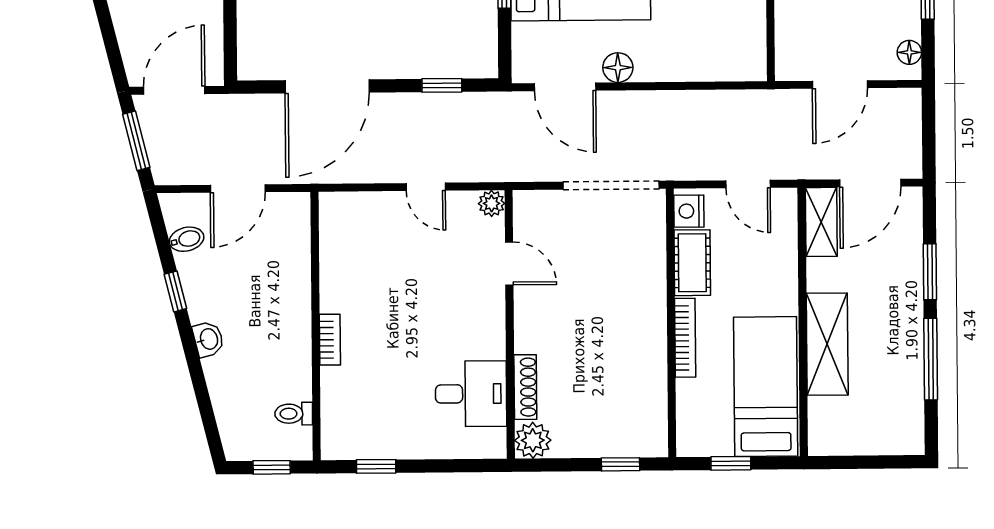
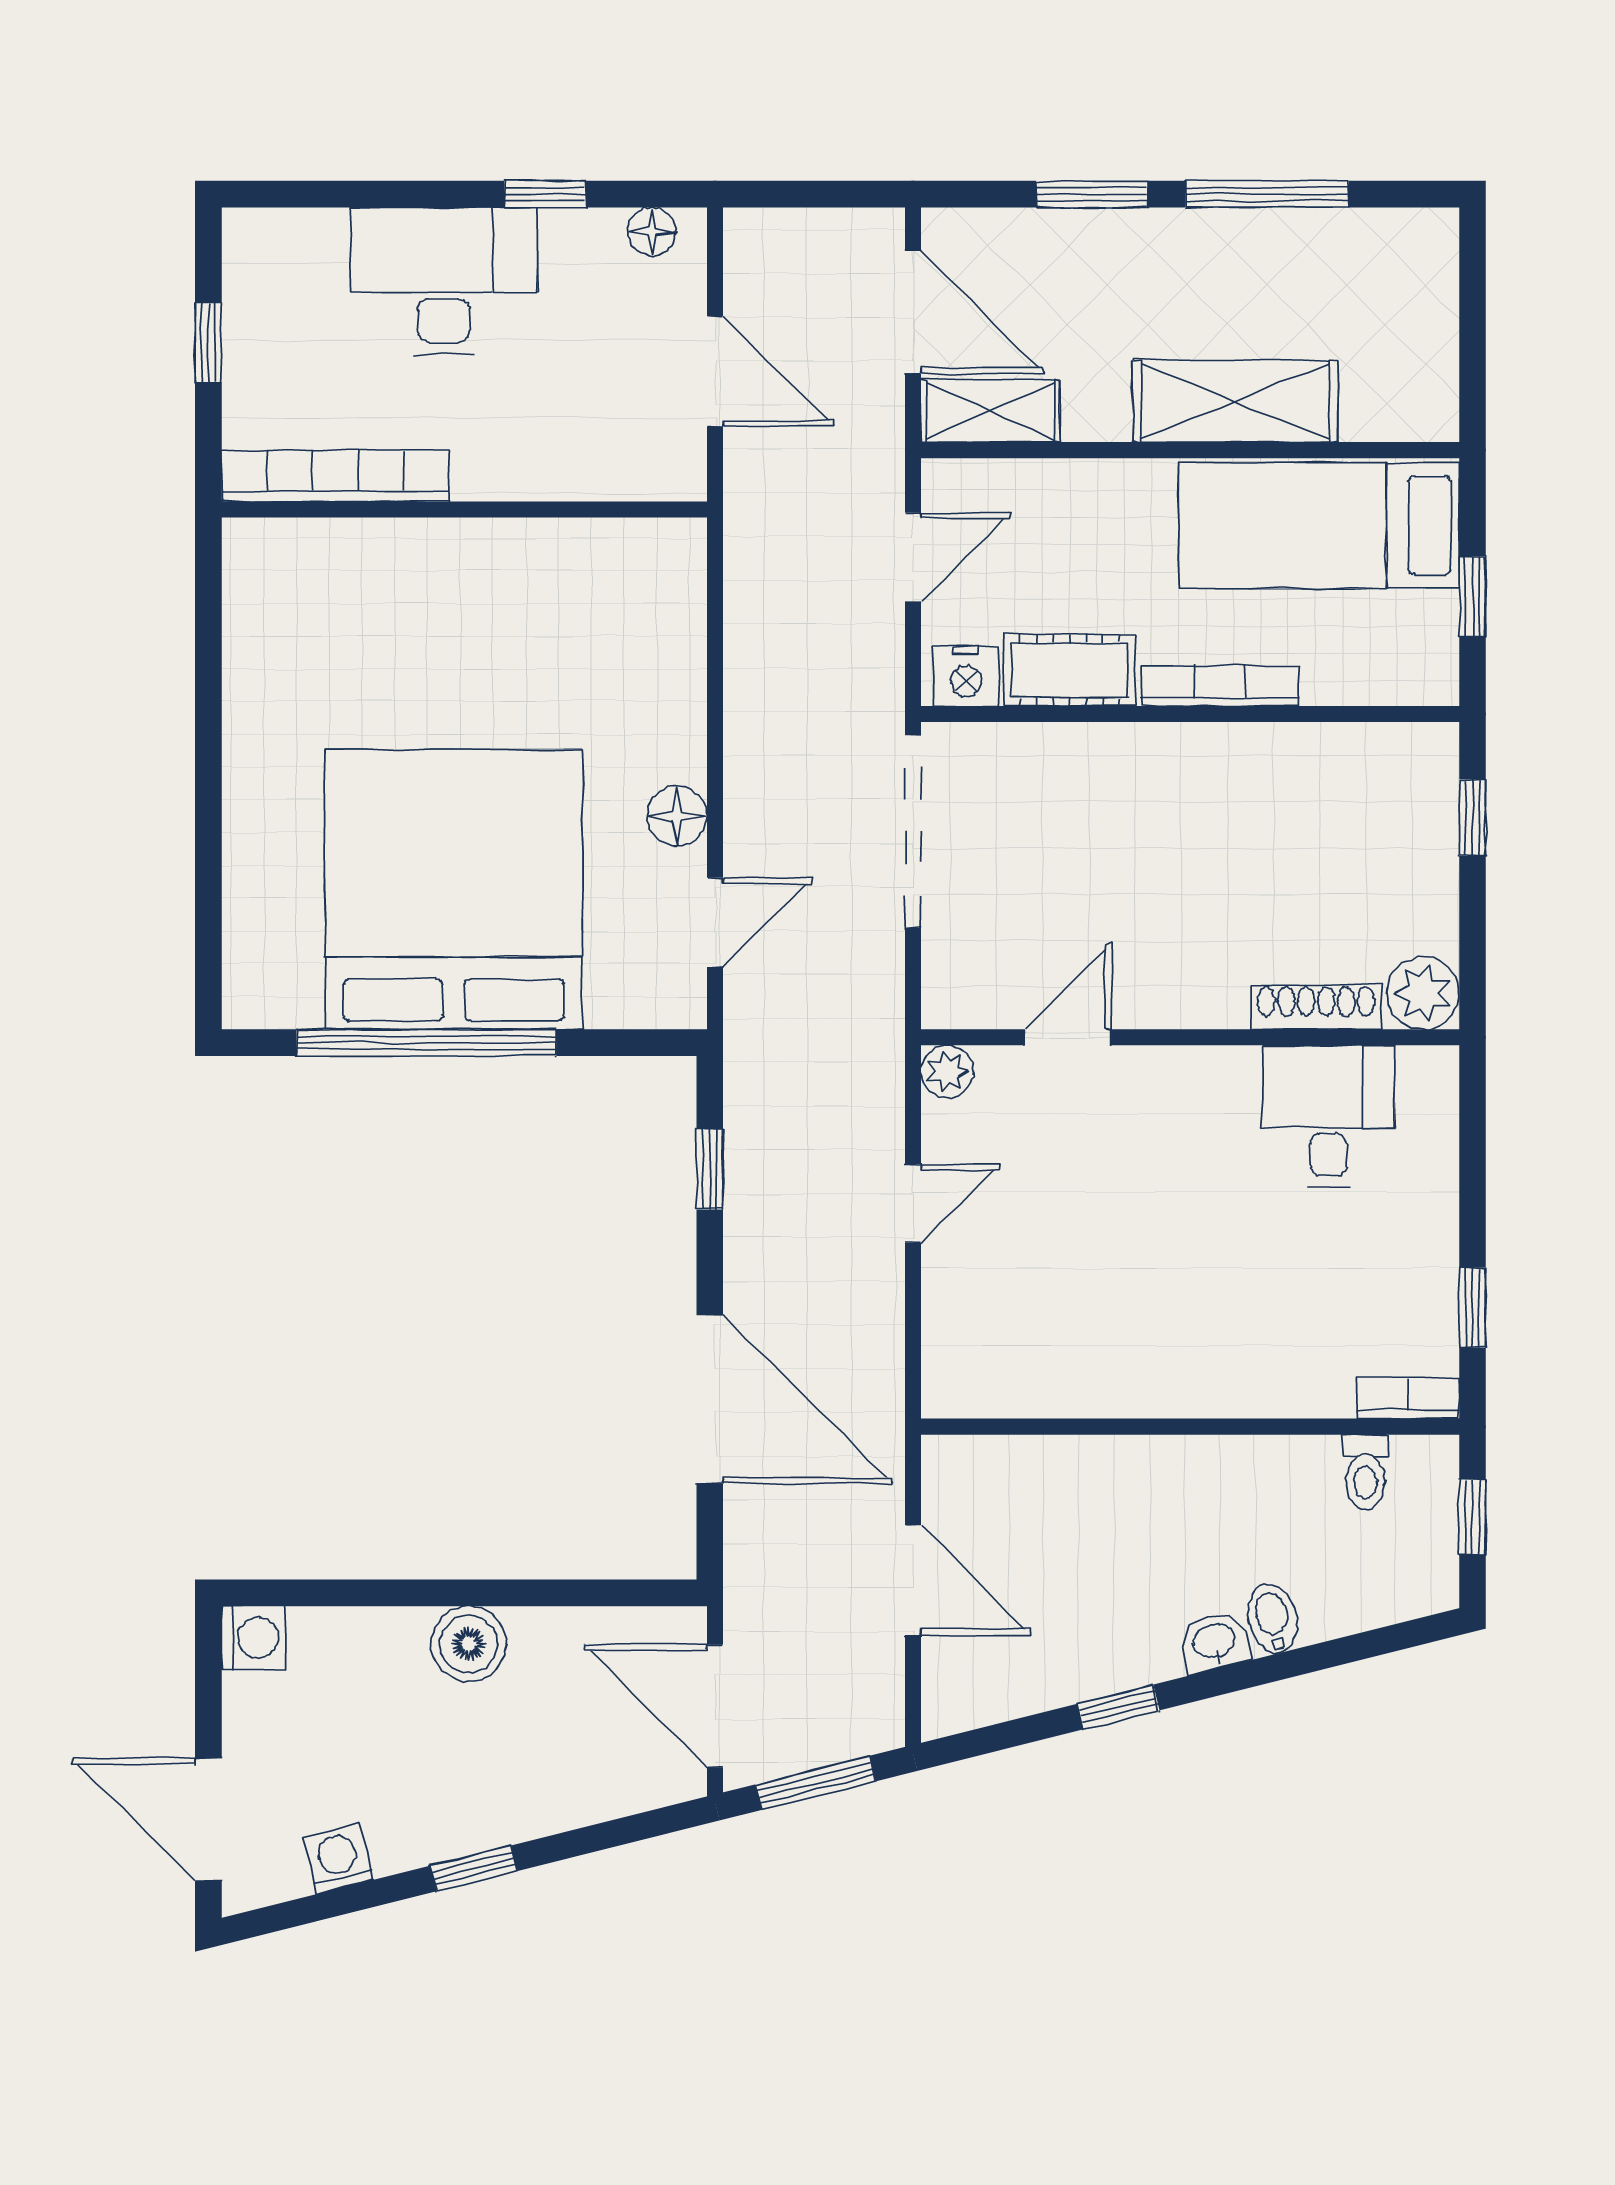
door: (565, 87) -> (715, 922), width x0.73
bidet: (187, 239) -> (1273, 1619), moved
bookcase: (330, 340) -> (1408, 1398), moved

